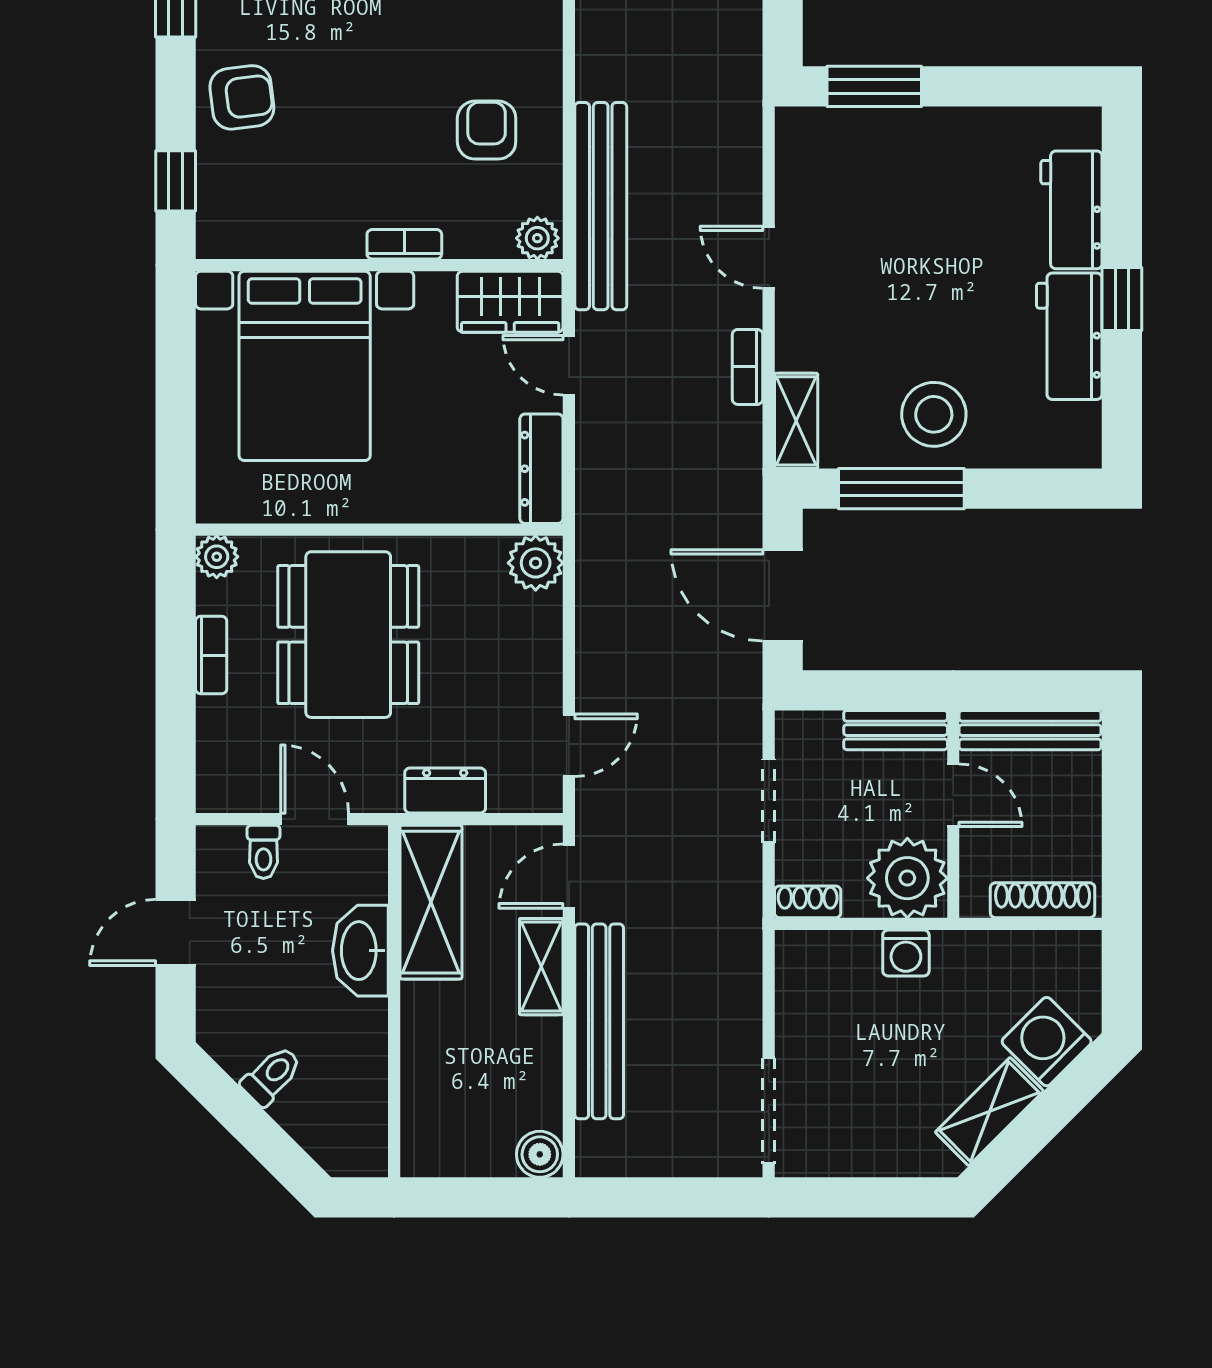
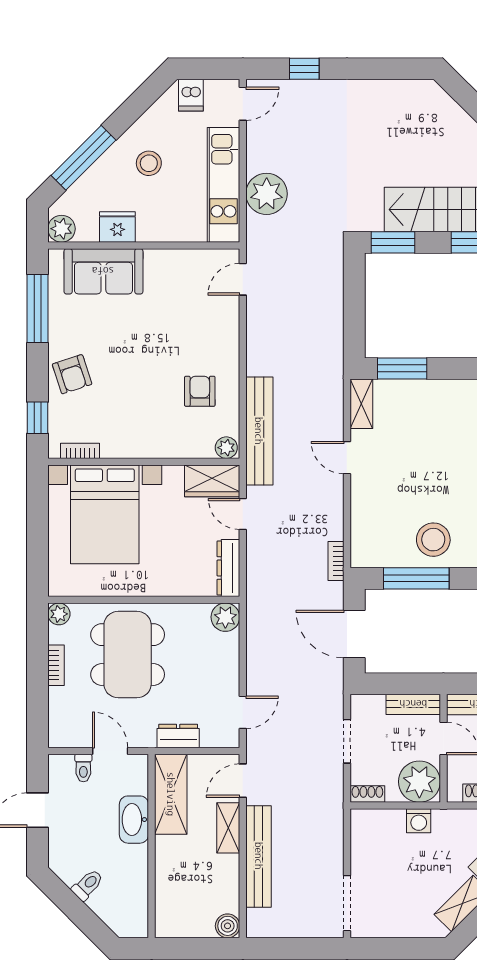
armchair: (242, 97) -> (72, 374), turned 79
bookcase: (404, 244) -> (80, 451), moved
bookcase: (748, 367) -> (336, 561), moved
shelving: (796, 421) -> (361, 404), moved

